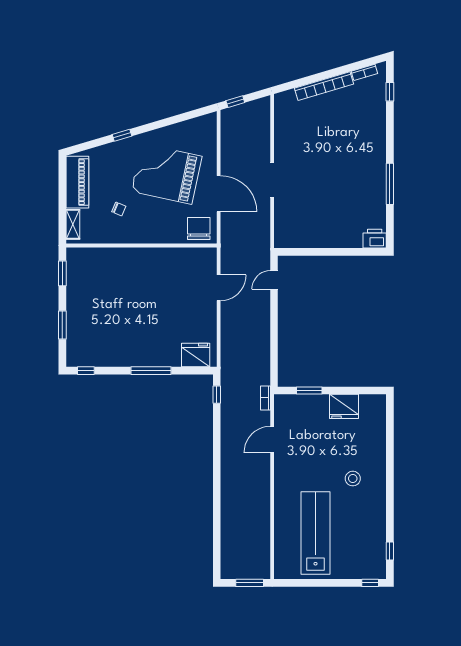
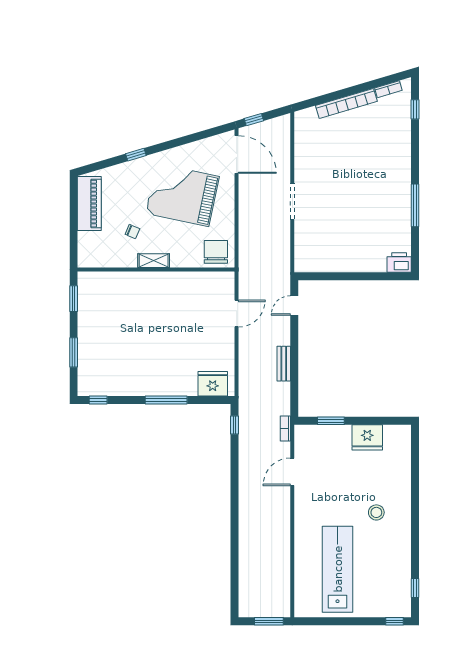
door: (219, 194) -> (237, 155), moved
shelving: (73, 224) -> (154, 261), moved, turned 90
bench: (264, 336) -> (284, 364), added

